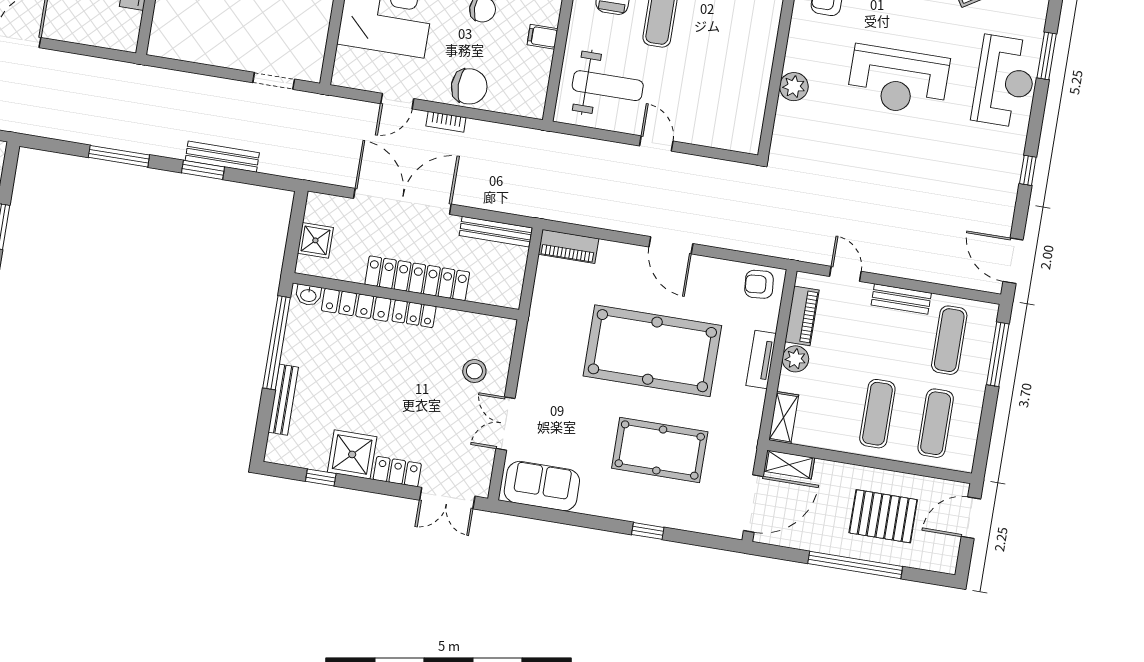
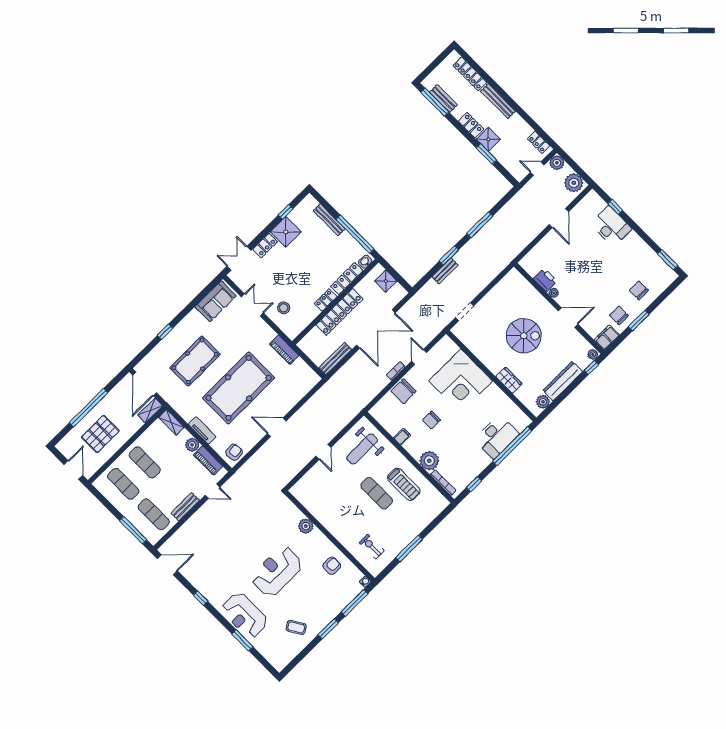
door: (656, 143) -> (323, 452), hinge flipped
bench: (222, 157) -> (445, 271), width x0.73
piano: (569, 246) -> (284, 350), moved, turned -90

